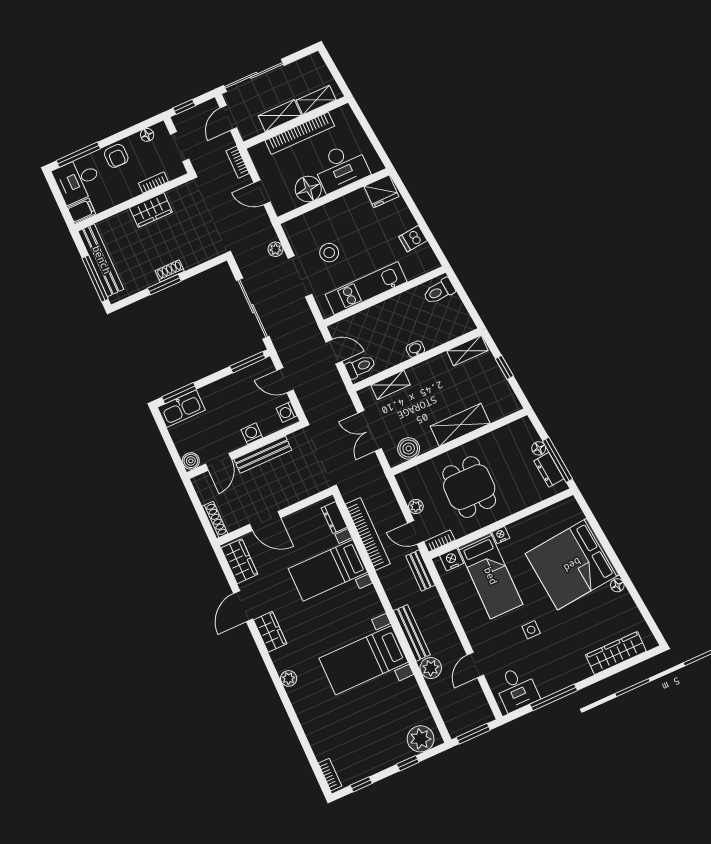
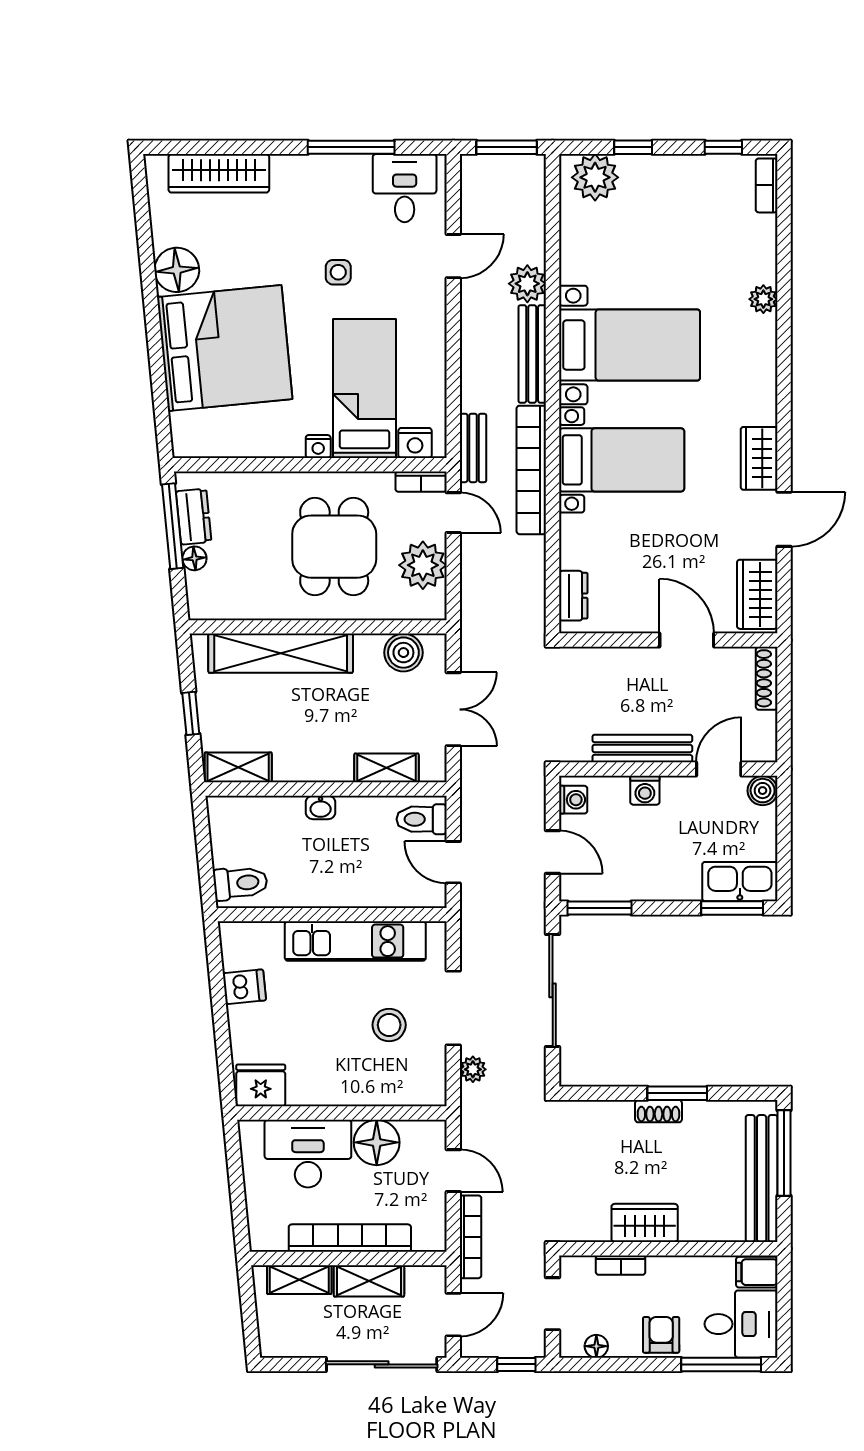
bookcase: (238, 162) -> (471, 1237), width x1.56
shelving: (460, 425) -> (281, 653), width x1.47
plant: (416, 506) -> (423, 565), width x1.88, depth x1.88
bookcase: (368, 534) -> (531, 470), moved
bed with nightstands: (328, 570) -> (622, 460), moved
floor lamp: (617, 585) -> (177, 270), width x1.89, depth x1.89
plant: (289, 678) -> (763, 299), moved

